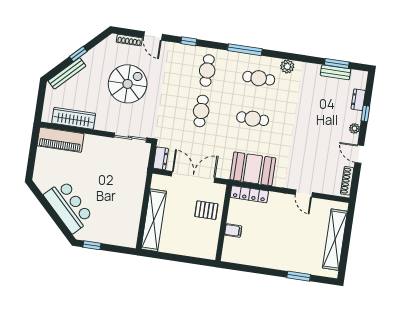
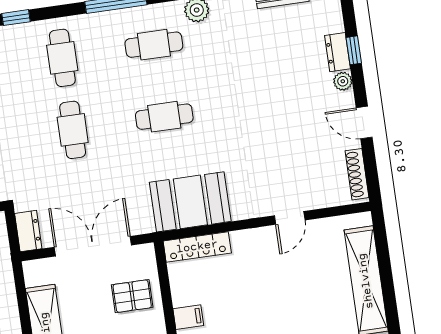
dresser: (358, 100) -> (338, 52), moved
door: (304, 193) -> (290, 218), hinge flipped

